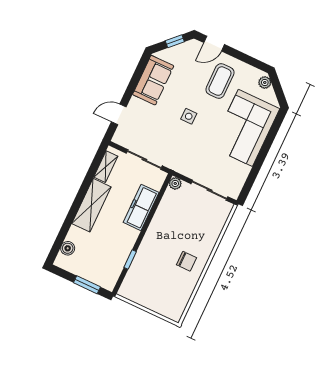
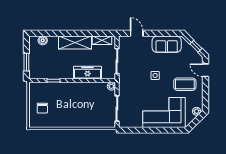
chair: (186, 261) -> (42, 108), moved

